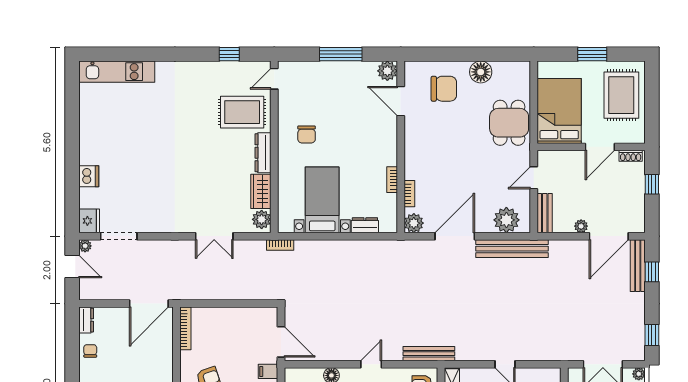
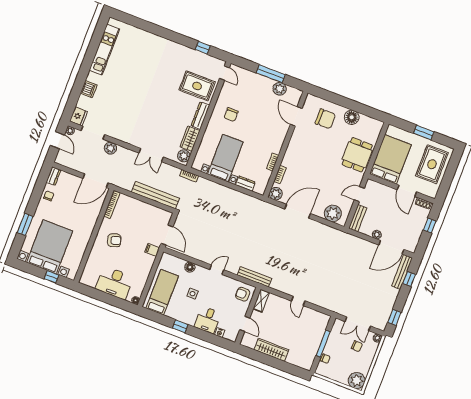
plant: (387, 71) -> (280, 89), moved
kitchen unit: (117, 72) -> (104, 50), moved, turned -90
door: (274, 79) -> (224, 73), swing flipped
door: (600, 147) -> (407, 191), hinge flipped
plant: (152, 249) -> (110, 148), added
bench: (512, 249) -> (155, 195), moved

